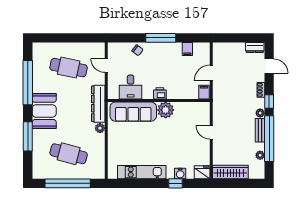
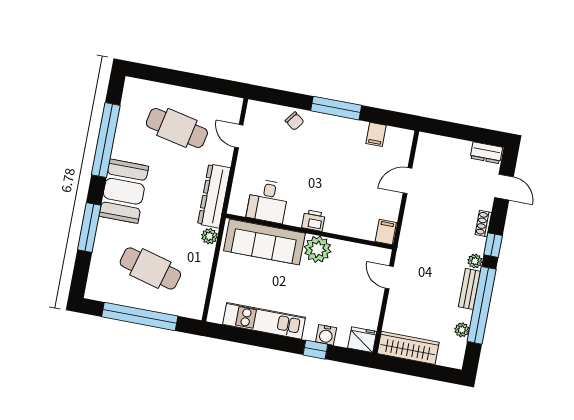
desk: (131, 87) -> (268, 201), moved
filing cabinet: (204, 92) -> (386, 232), moved
printer: (160, 93) -> (314, 220), moved
wall: (159, 100) -> (309, 231), moved
plant: (166, 110) -> (318, 249), moved
sofa: (133, 112) -> (264, 242), moved

